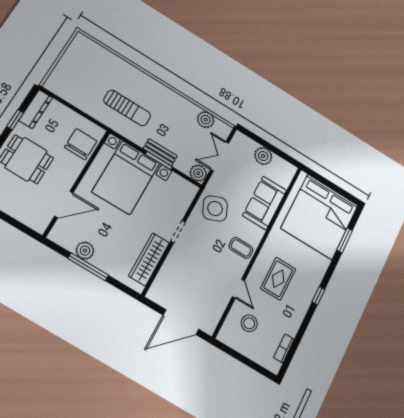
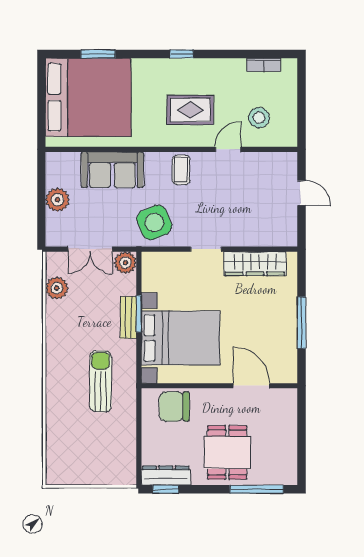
window: (15, 120) -> (166, 489), moved
plant: (85, 251) -> (287, 336), removed
door: (181, 322) -> (301, 193), width x0.53

